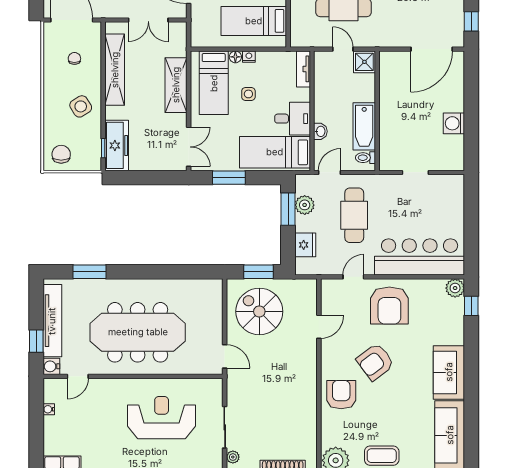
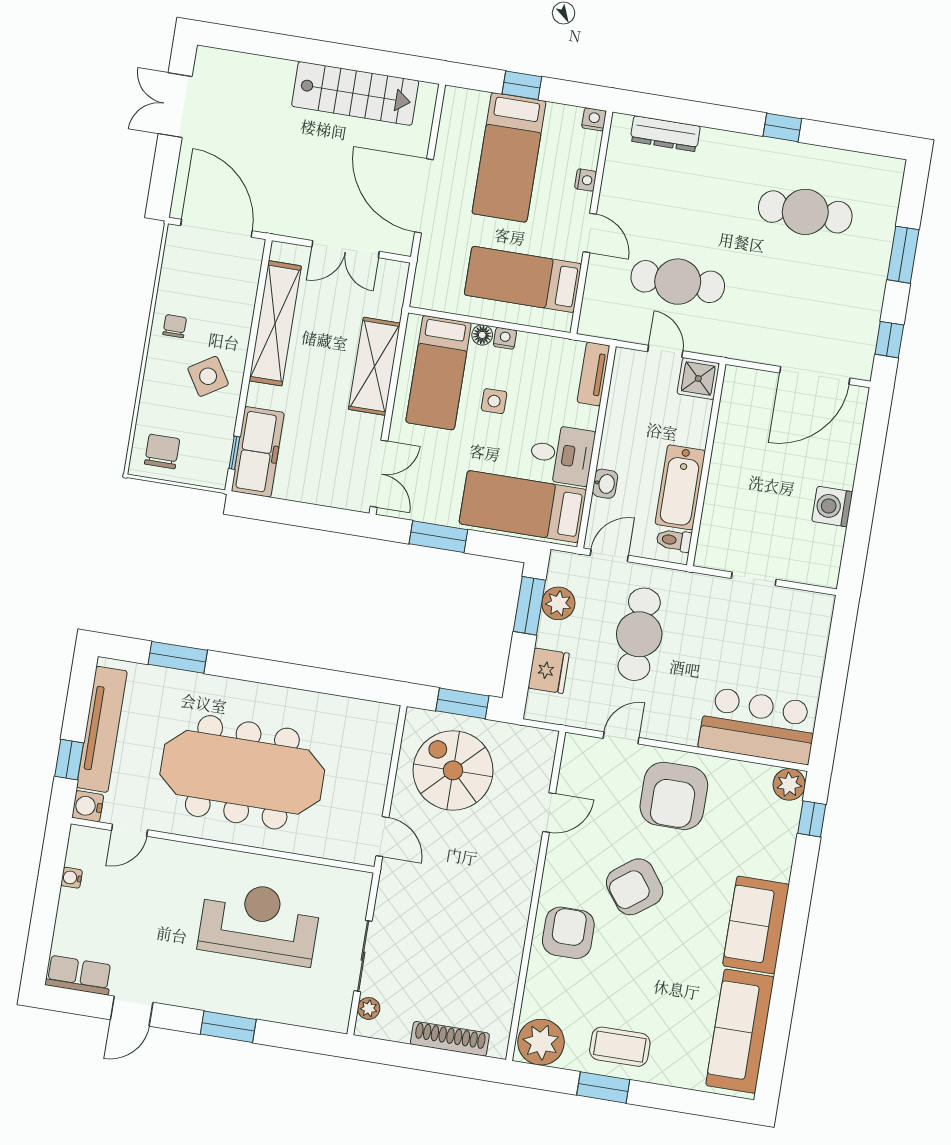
chair: (74, 58) -> (175, 326), moved
bar counter: (420, 257) -> (758, 726), width x0.73

